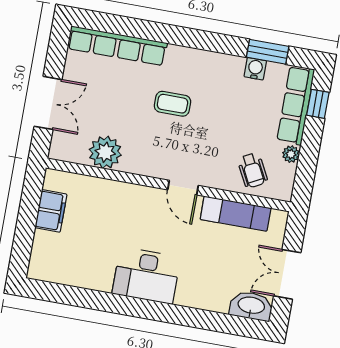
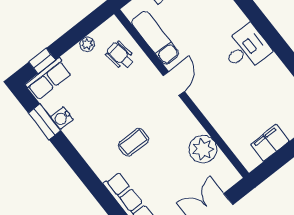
coffee table: (172, 104) -> (133, 142), turned 90
row of seats: (296, 105) -> (48, 79), width x0.68
wheelchair: (253, 170) -> (120, 56), turned -70
desk: (146, 275) -> (246, 49), width x0.73

